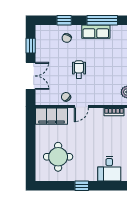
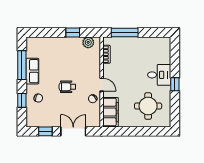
desk: (109, 169) -> (159, 75), moved

